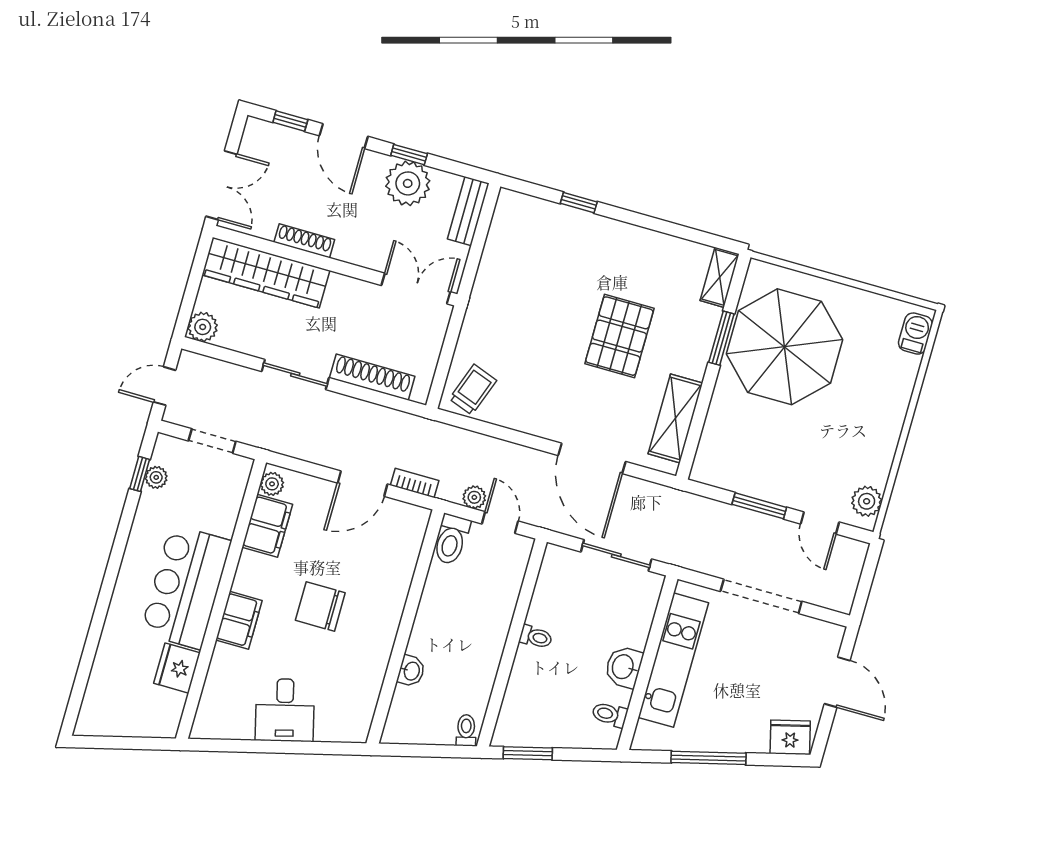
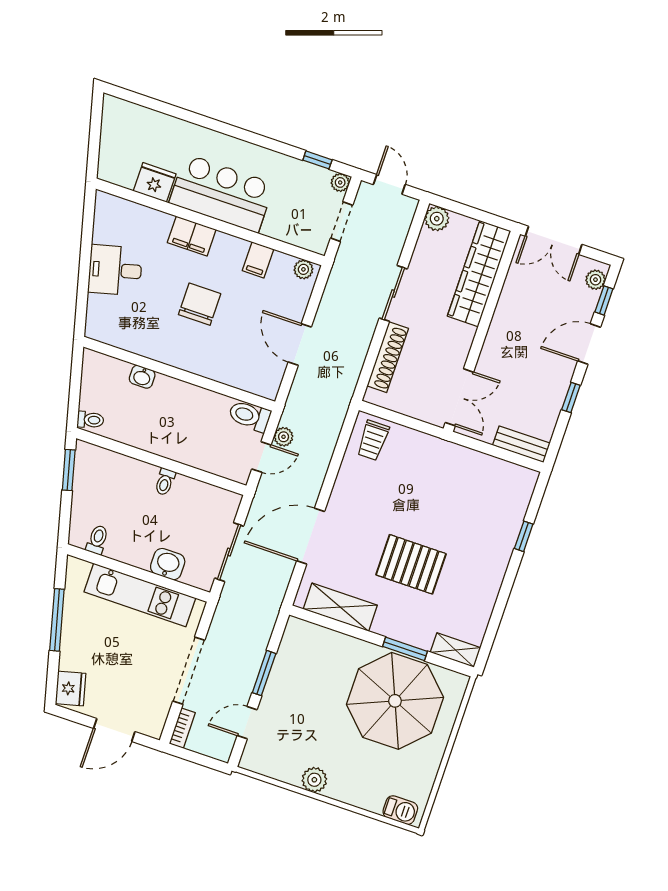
plant: (408, 183) -> (595, 280), moved, width x0.53, depth x0.53
shoe rack: (304, 241) -> (504, 307), removed
trolley: (473, 390) -> (373, 440), turned 70
plant: (156, 477) -> (340, 182), moved
bookcase: (415, 483) -> (182, 728), moved
plant: (867, 501) -> (314, 780), moved
filing cabinet: (267, 526) -> (258, 260), width x0.50
washbasin: (624, 667) -> (168, 564), moved

